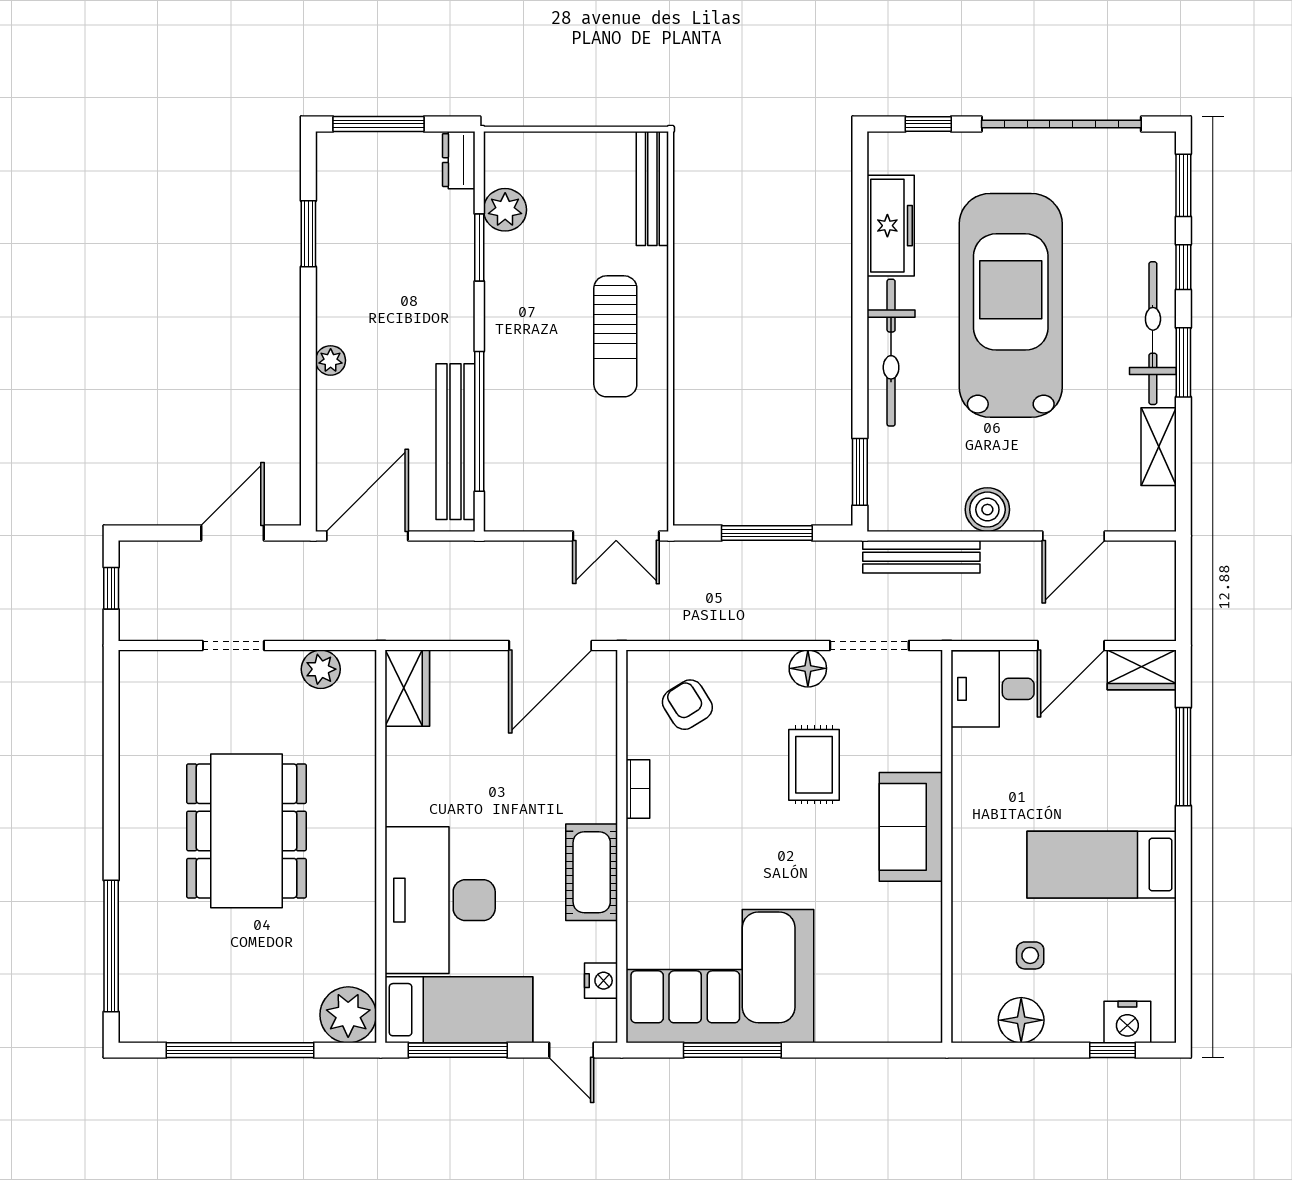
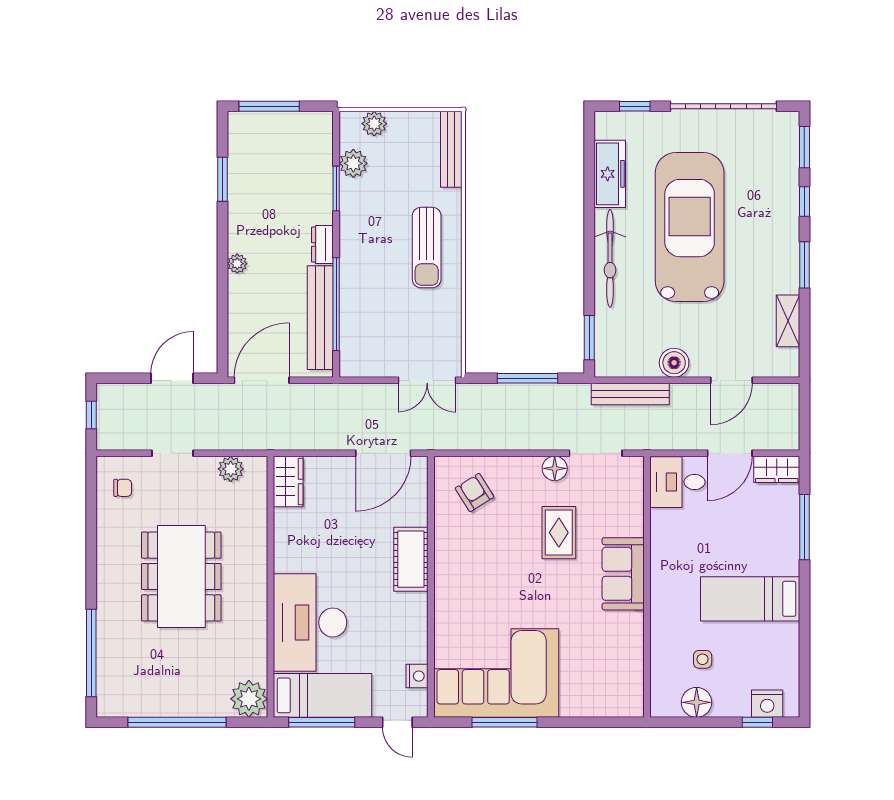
plant: (537, 150) -> (374, 124), added
dresser: (459, 160) -> (322, 245), moved
bicycle: (1153, 333) -> (784, 245), removed
chair: (158, 698) -> (123, 488), added
bookcase: (638, 789) -> (442, 549), removed
cot: (592, 872) -> (411, 559), moved

